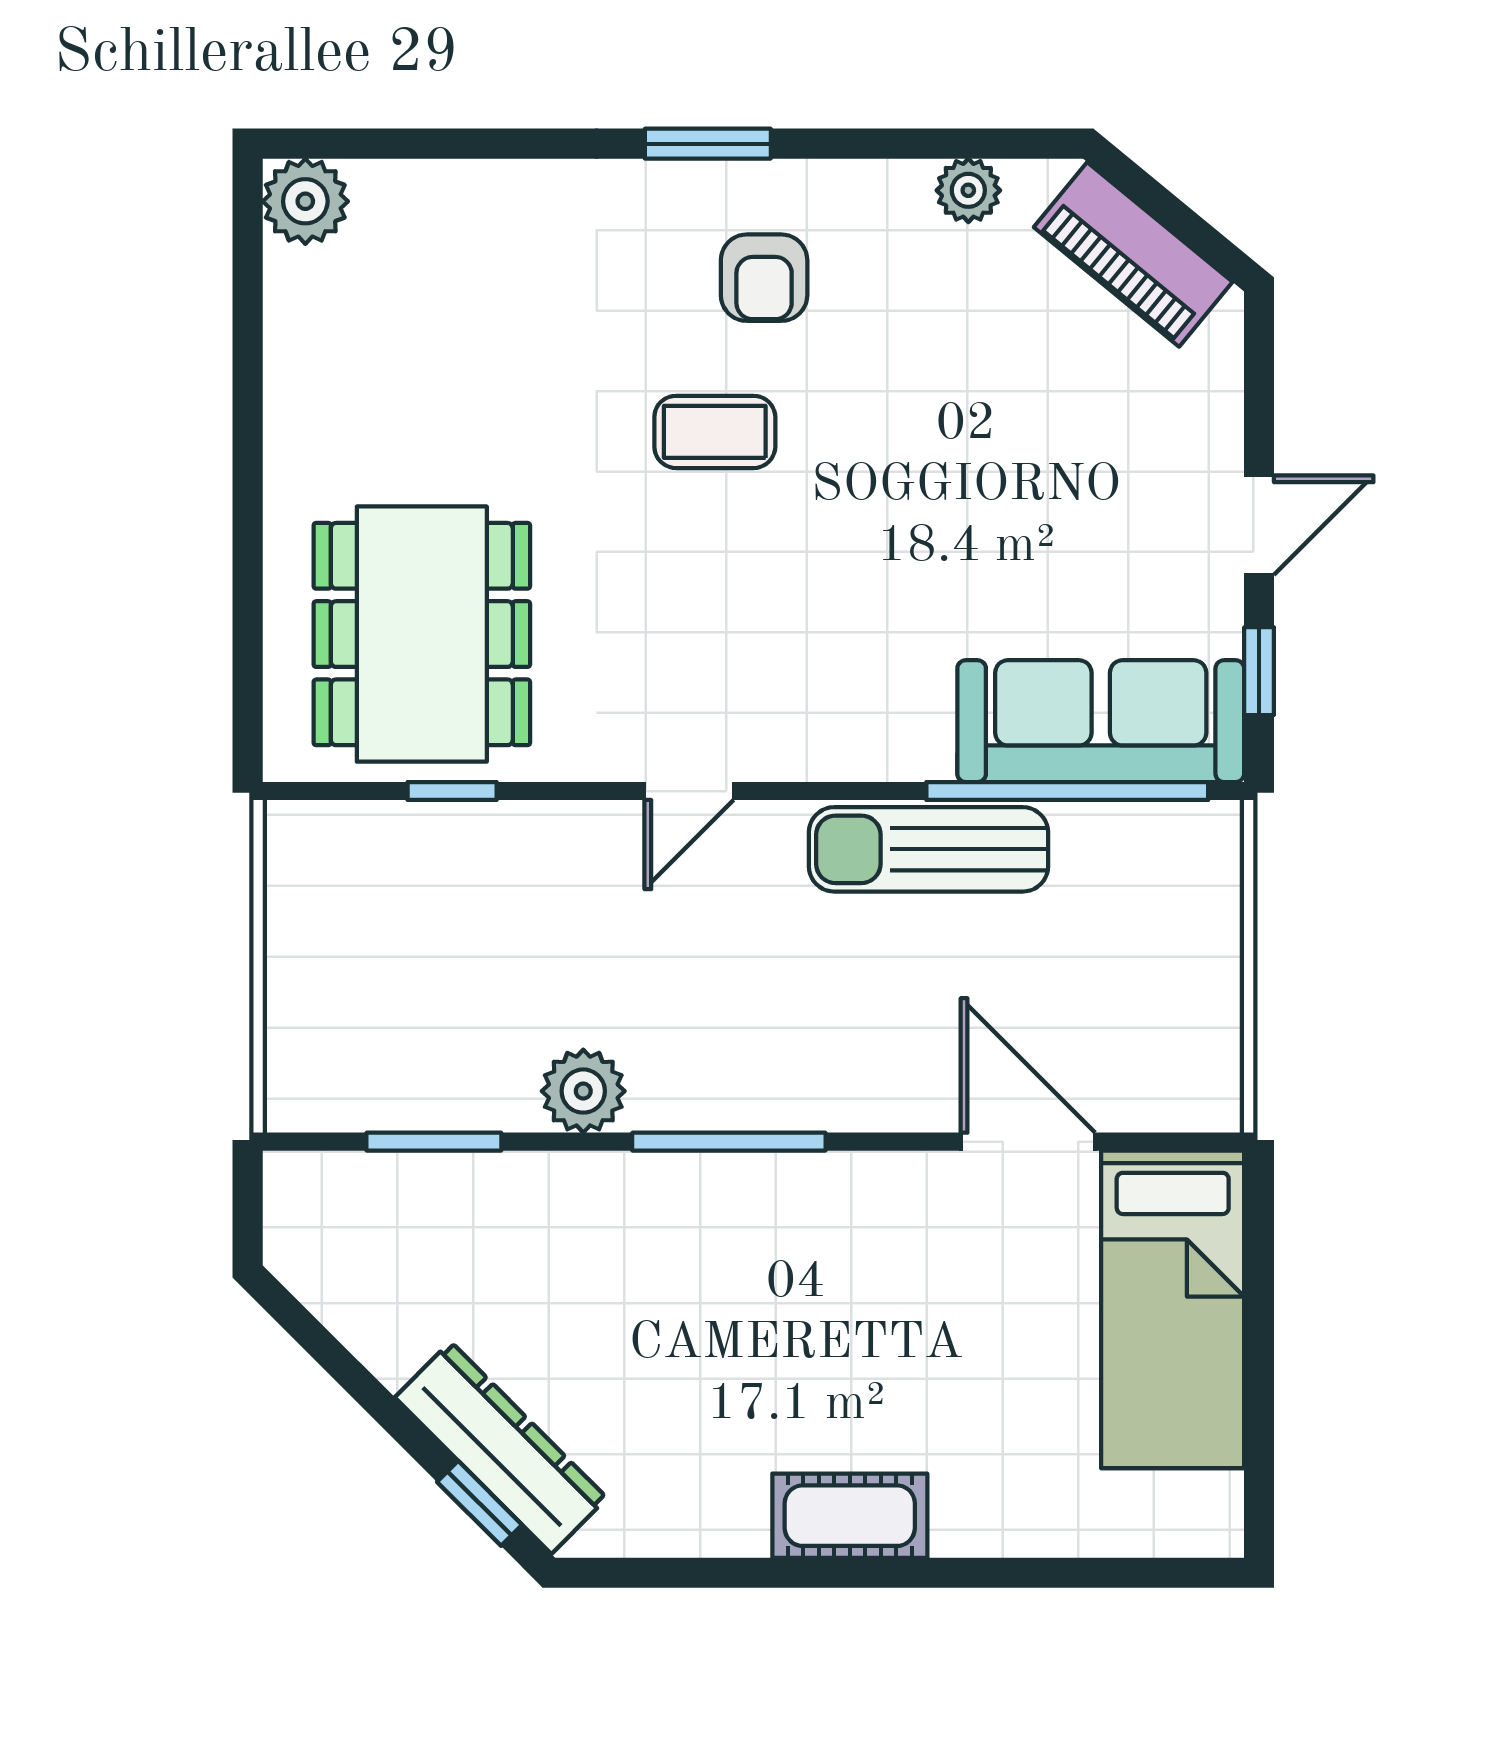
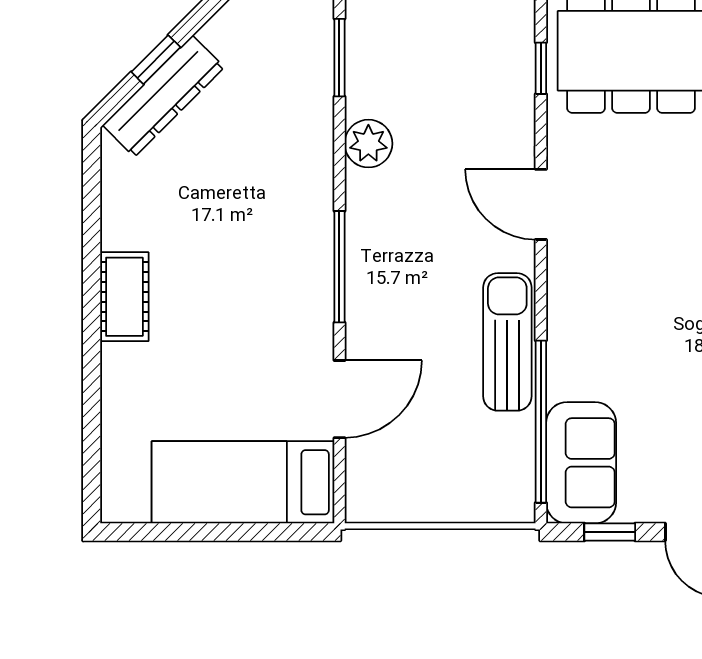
sofa: (1101, 721) -> (581, 463), width x0.73
door: (689, 791) -> (541, 204), width x1.38
window: (729, 1142) -> (339, 267), moved
window: (480, 1503) -> (156, 60), moved

